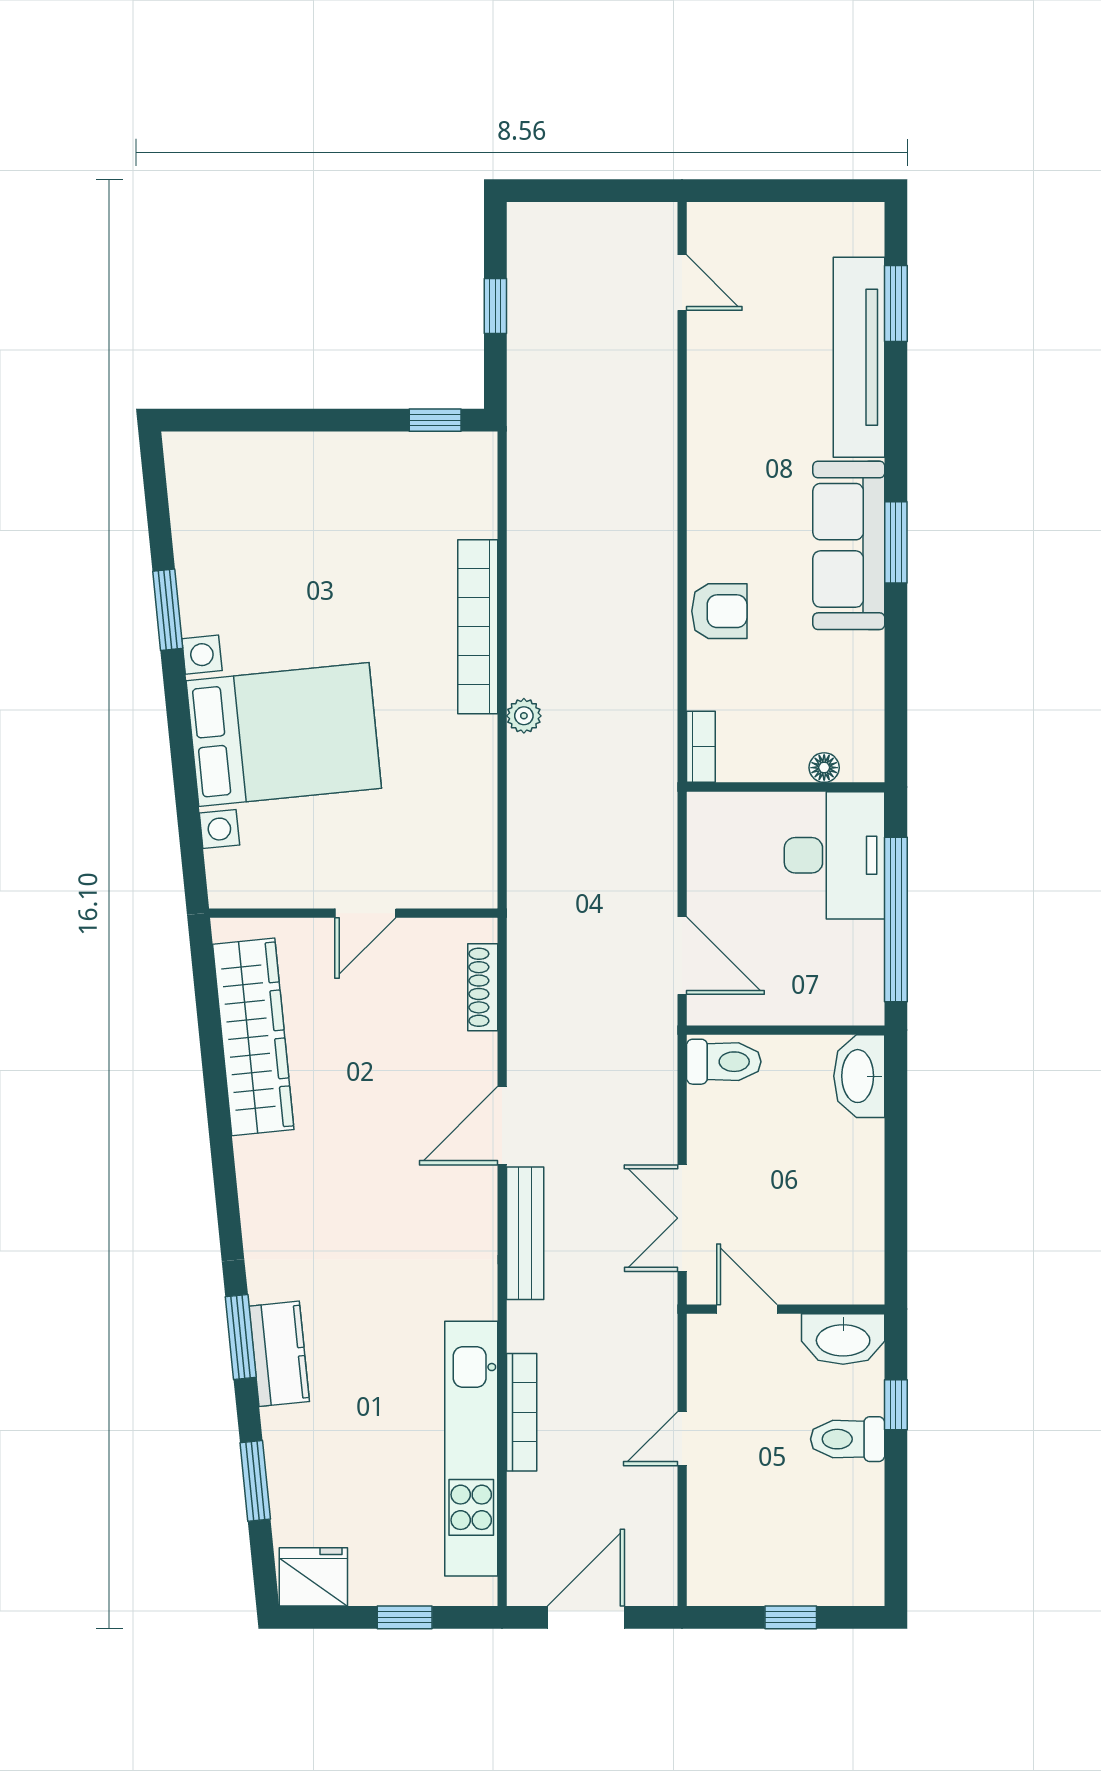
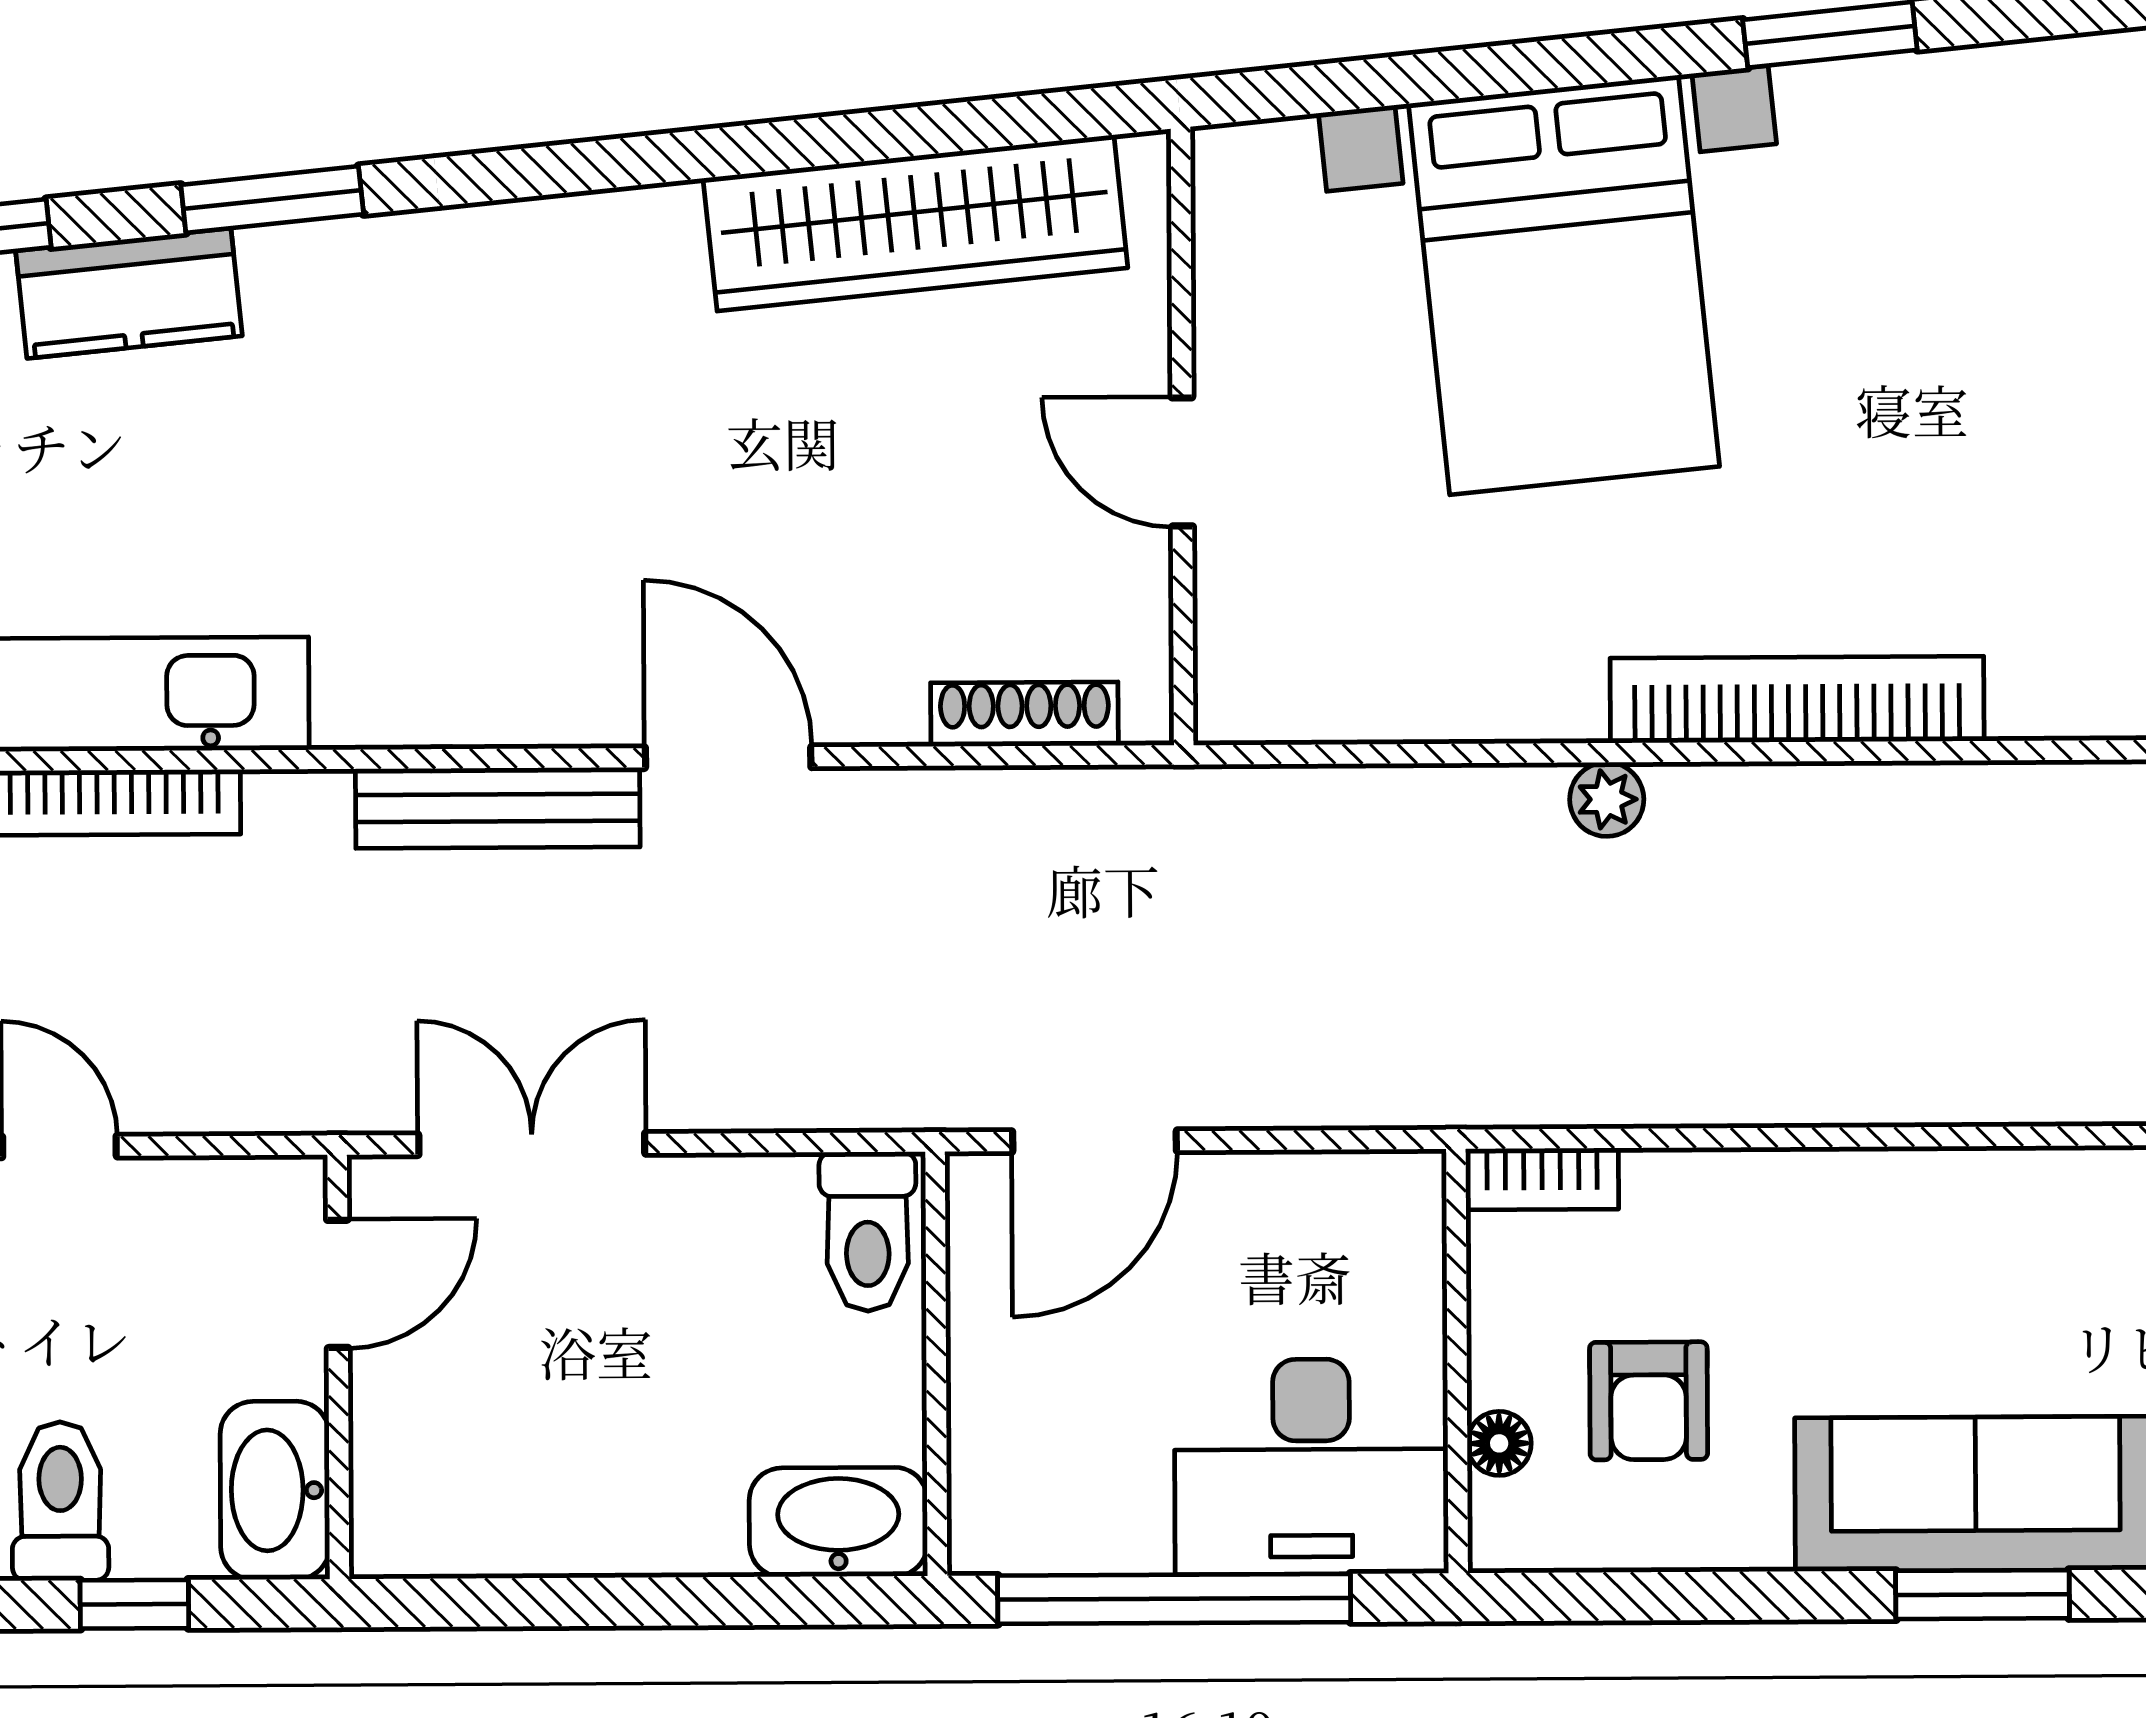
armchair: (719, 611) -> (1649, 1401), moved
kitchen counter: (279, 1354) -> (129, 293), moved

